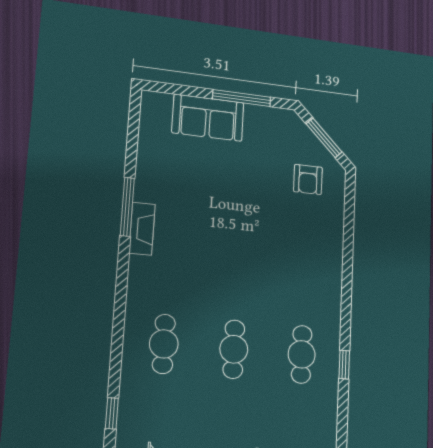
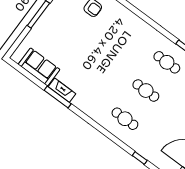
sofa: (208, 118) -> (39, 67), moved, turned -90
fireplace: (142, 229) -> (62, 90), moved

